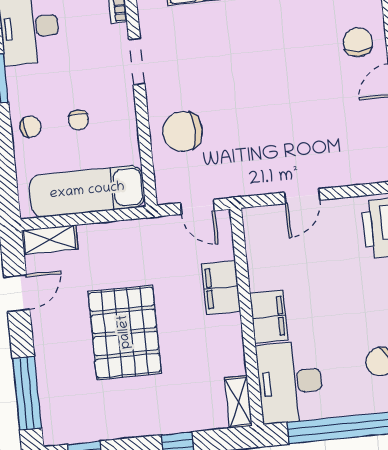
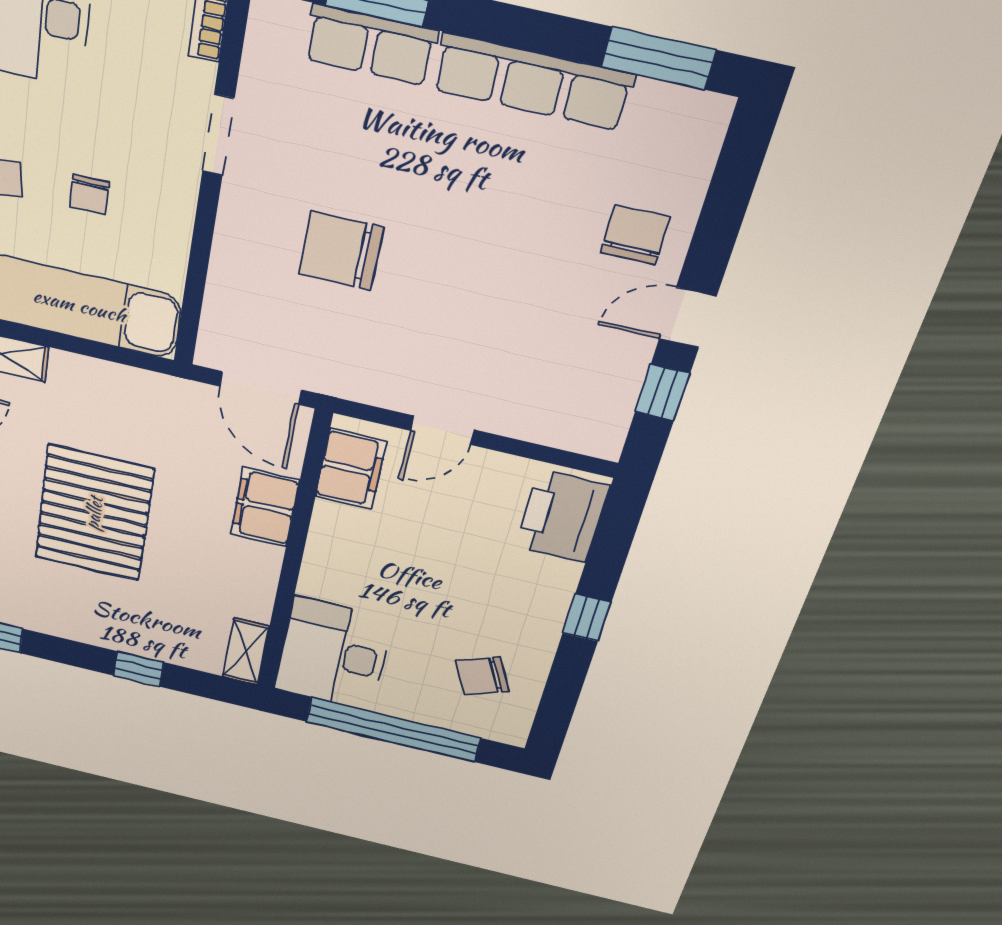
chair: (183, 132) -> (341, 251), moved
door: (197, 207) -> (261, 388), width x1.38
filing cabinet: (269, 317) -> (351, 469), moved

